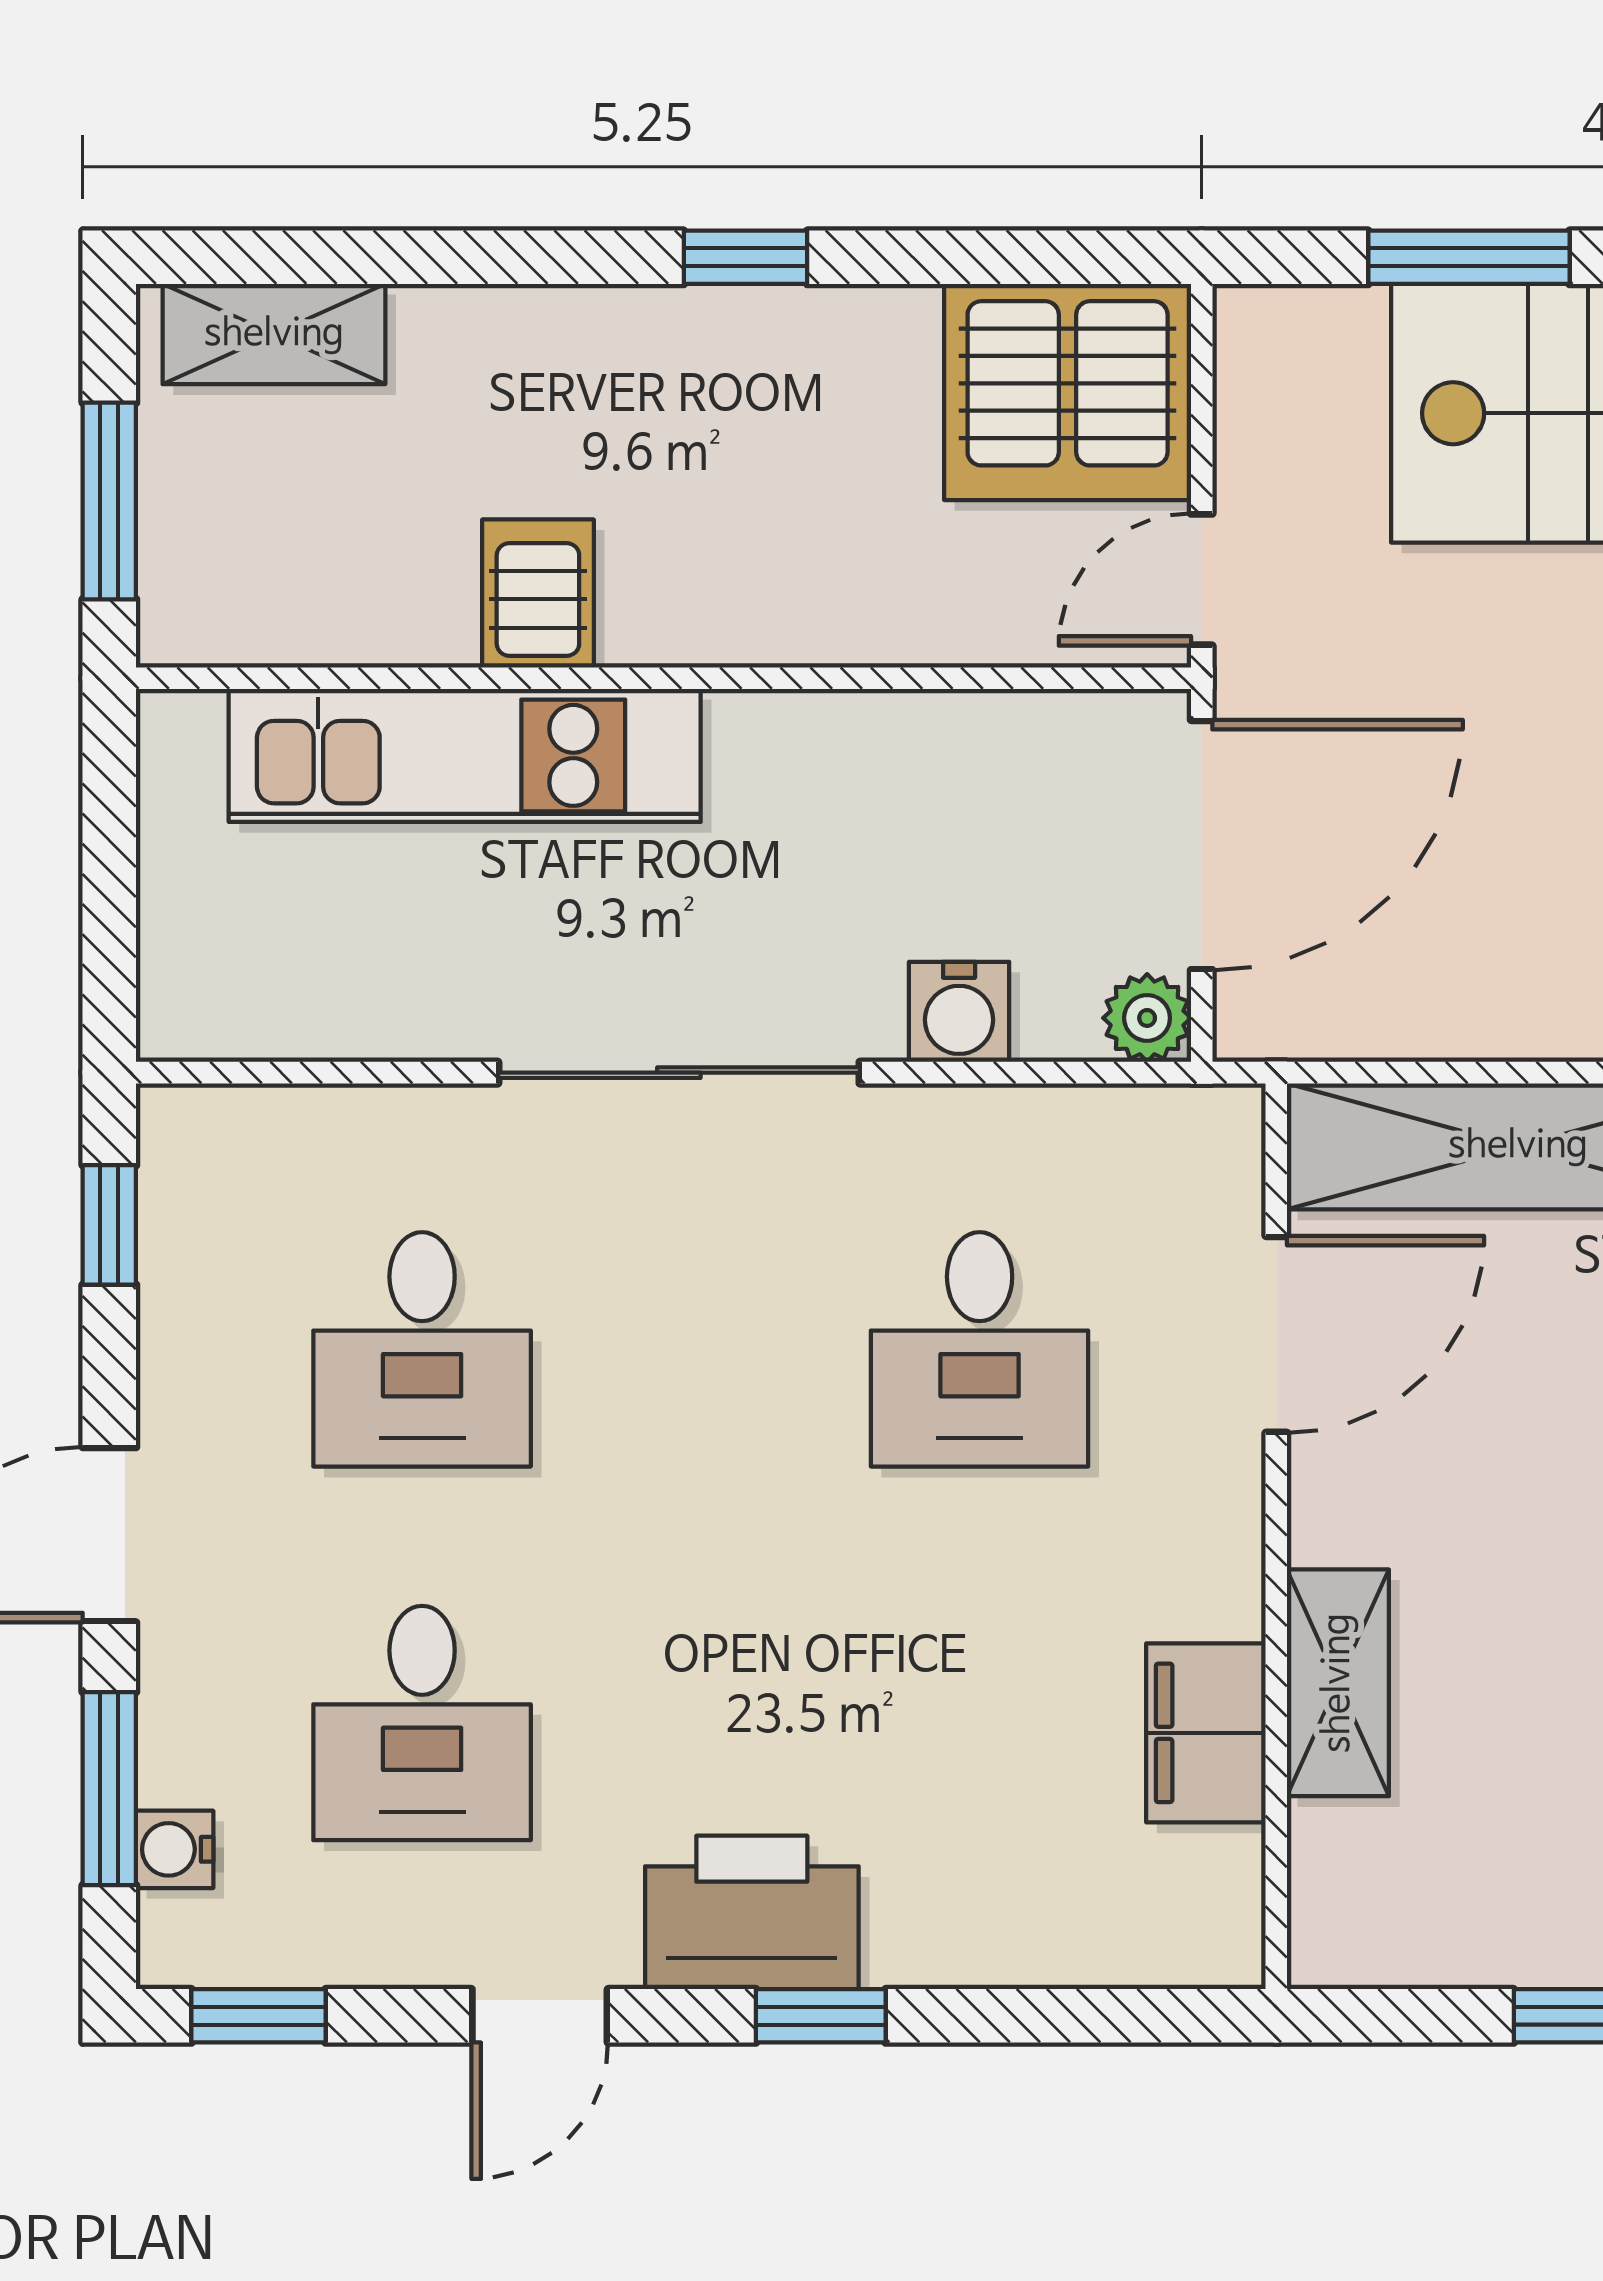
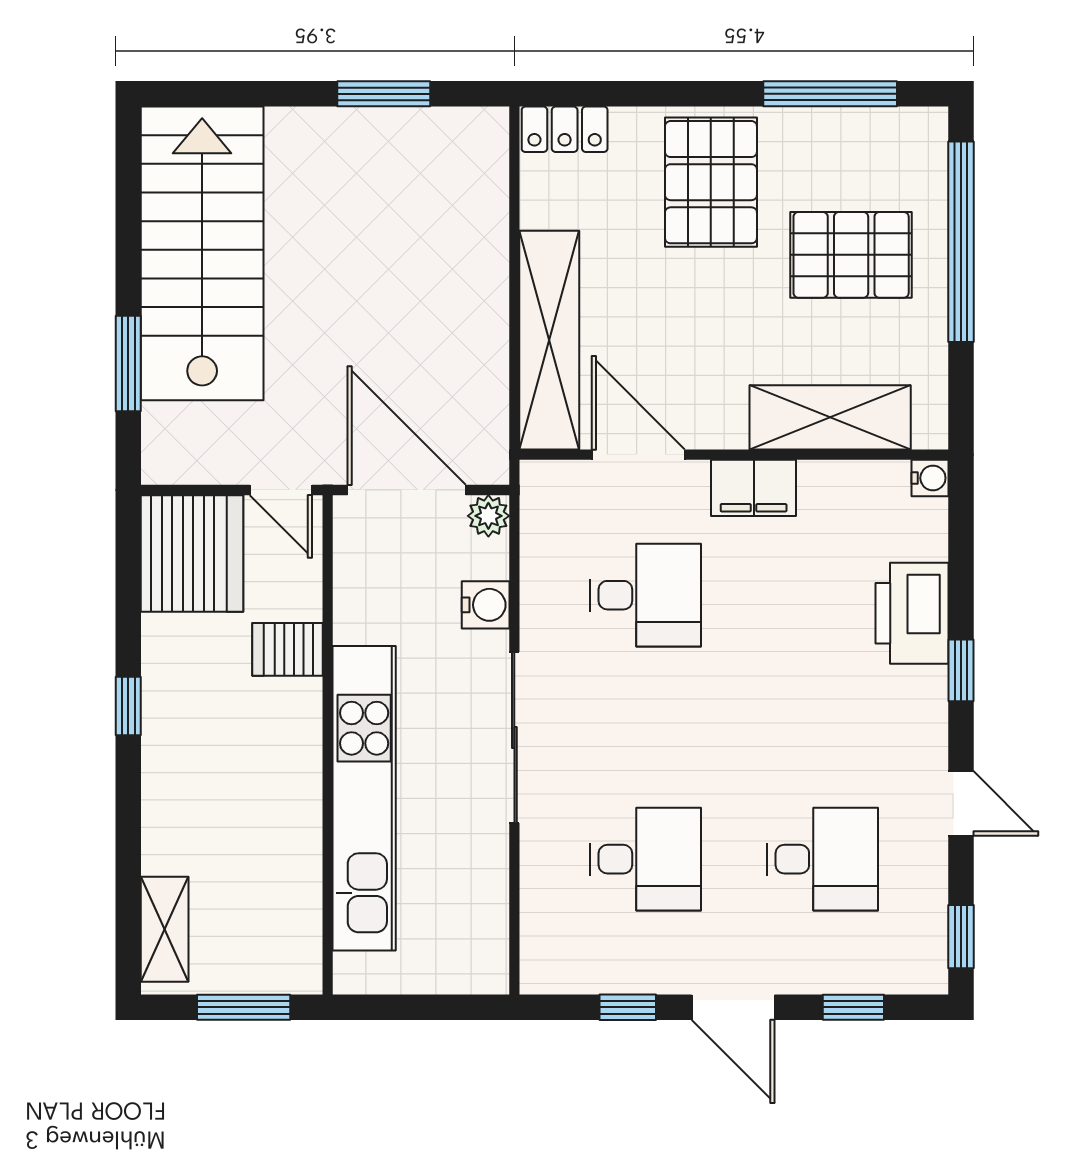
server rack: (538, 594) -> (287, 649), moved
kitchen unit: (465, 755) -> (364, 798), width x1.36
window: (109, 1225) -> (628, 1007), moved
shelving: (1338, 1683) -> (830, 417), width x1.50, depth x1.33
filing cabinet: (1206, 1733) -> (754, 488), moved
window: (109, 1789) -> (853, 1007), width x0.67
water cooler: (175, 1849) -> (930, 478), moved, turned -90
printer: (752, 1912) -> (912, 613), moved

